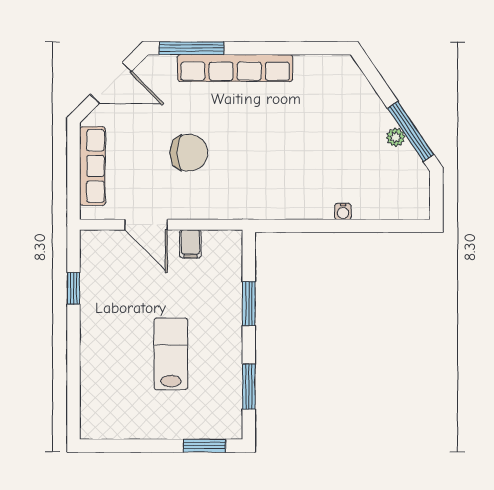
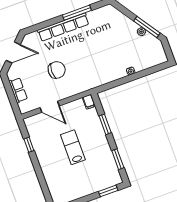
window: (191, 48) -> (77, 13), moved
row of seats: (92, 166) -> (18, 90), width x0.68
filing cabinet: (190, 244) -> (89, 102), moved
lab bench: (171, 354) -> (73, 147), moved

